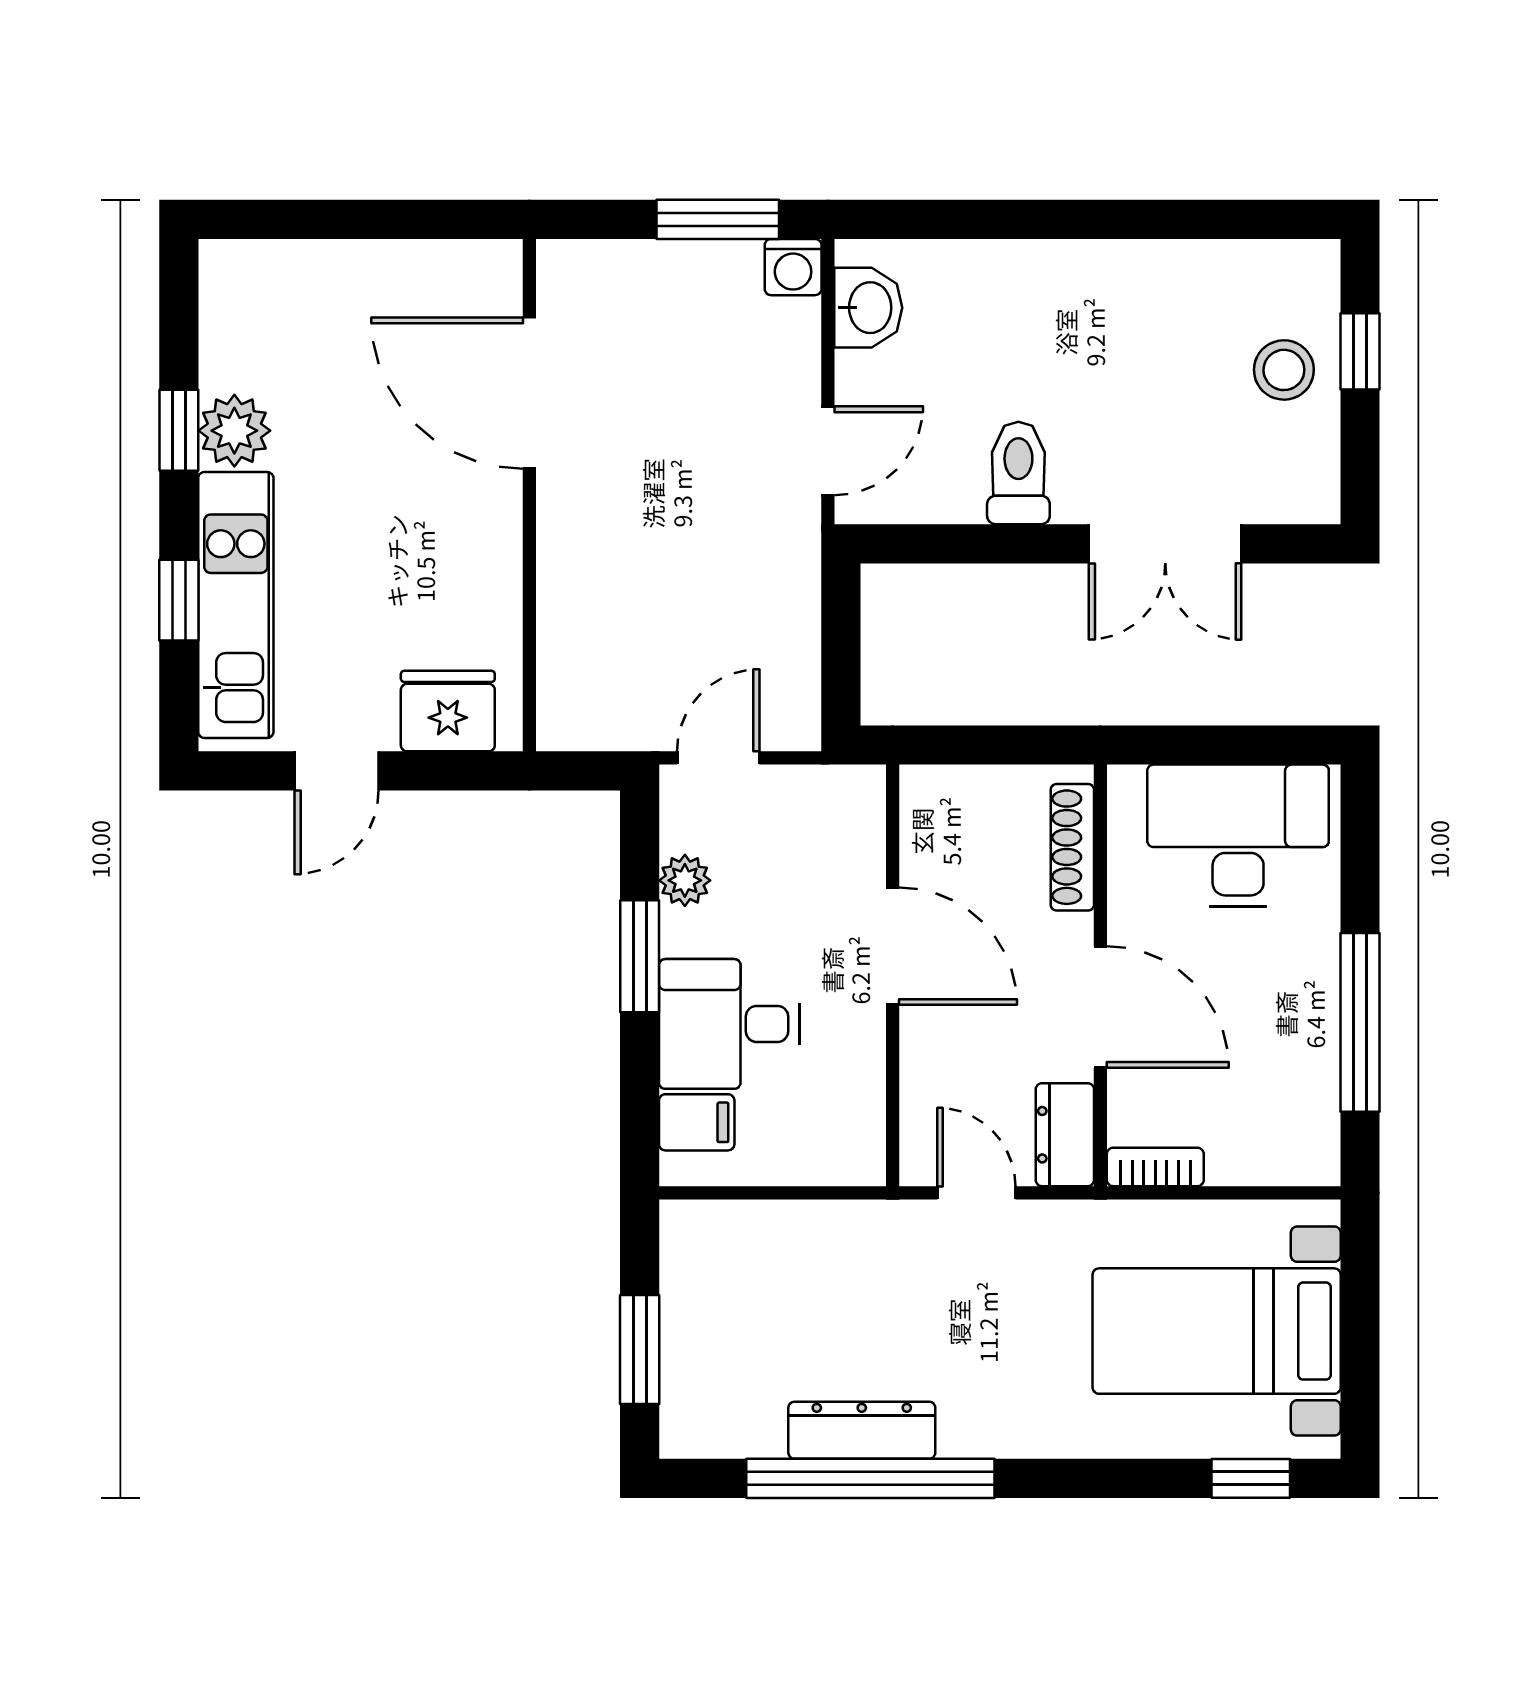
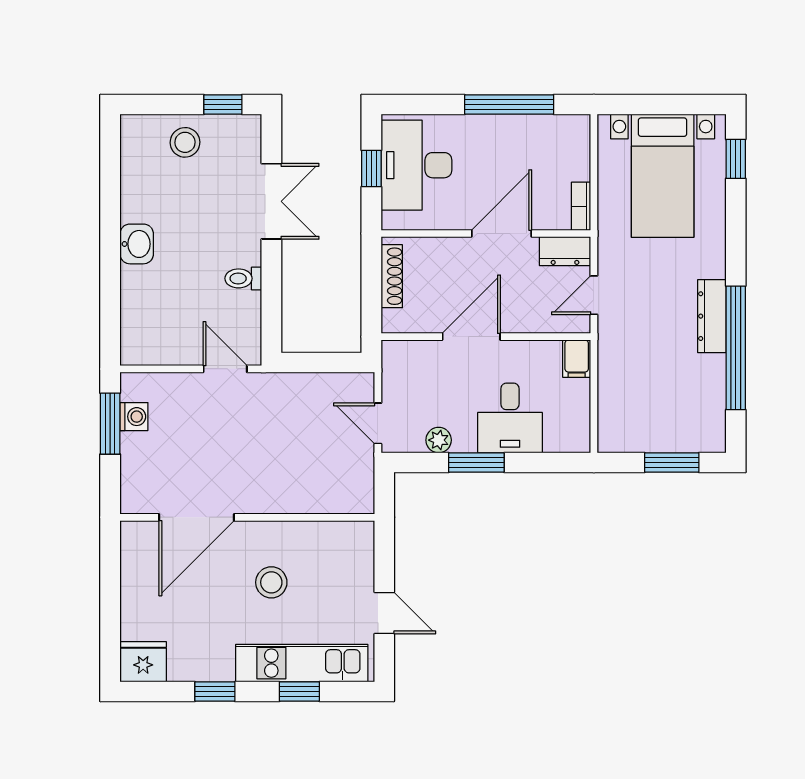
washing machine: (793, 267) -> (134, 417), moved
washbasin: (868, 308) -> (137, 244), moved, turned 90
window: (1360, 351) -> (223, 105), moved
plant: (234, 431) -> (215, 664), removed
toilet: (1018, 473) -> (243, 278), width x0.73, depth x0.72
stool: (398, 544) -> (271, 582), added
fridge: (448, 711) -> (143, 662), moved, turned 90
window: (1231, 745) -> (371, 168), added
shoe rack: (1072, 847) -> (392, 276), moved, turned -90
filing cabinet: (697, 1122) -> (577, 359), moved, turned 180
dresser: (862, 1430) -> (712, 316), moved

